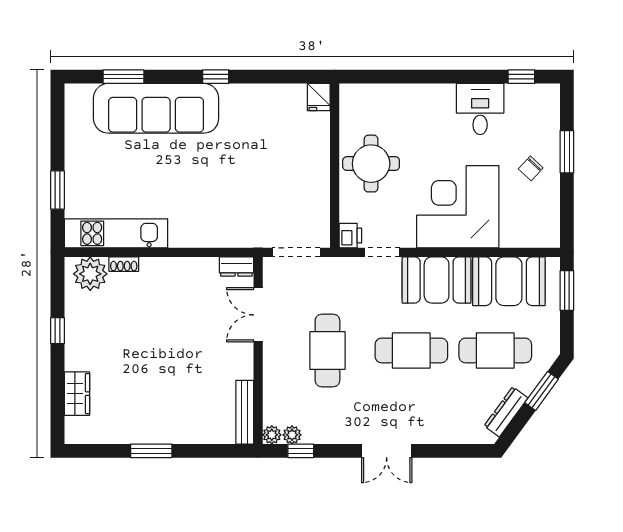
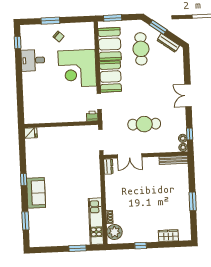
sofa: (156, 108) -> (36, 193), width x0.54, depth x0.79
round table: (371, 164) -> (60, 108), removed
cafe table: (411, 350) -> (143, 86), removed
double door: (387, 451) -> (188, 96), swing flipped

